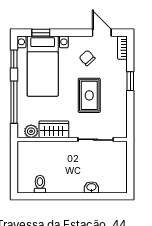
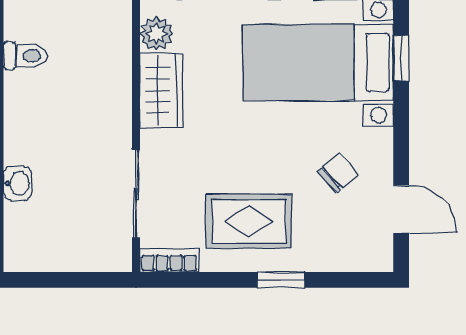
door: (102, 33) -> (401, 209), hinge flipped
bookcase: (122, 48) -> (169, 260), moved
rug: (89, 95) -> (249, 221), moved

